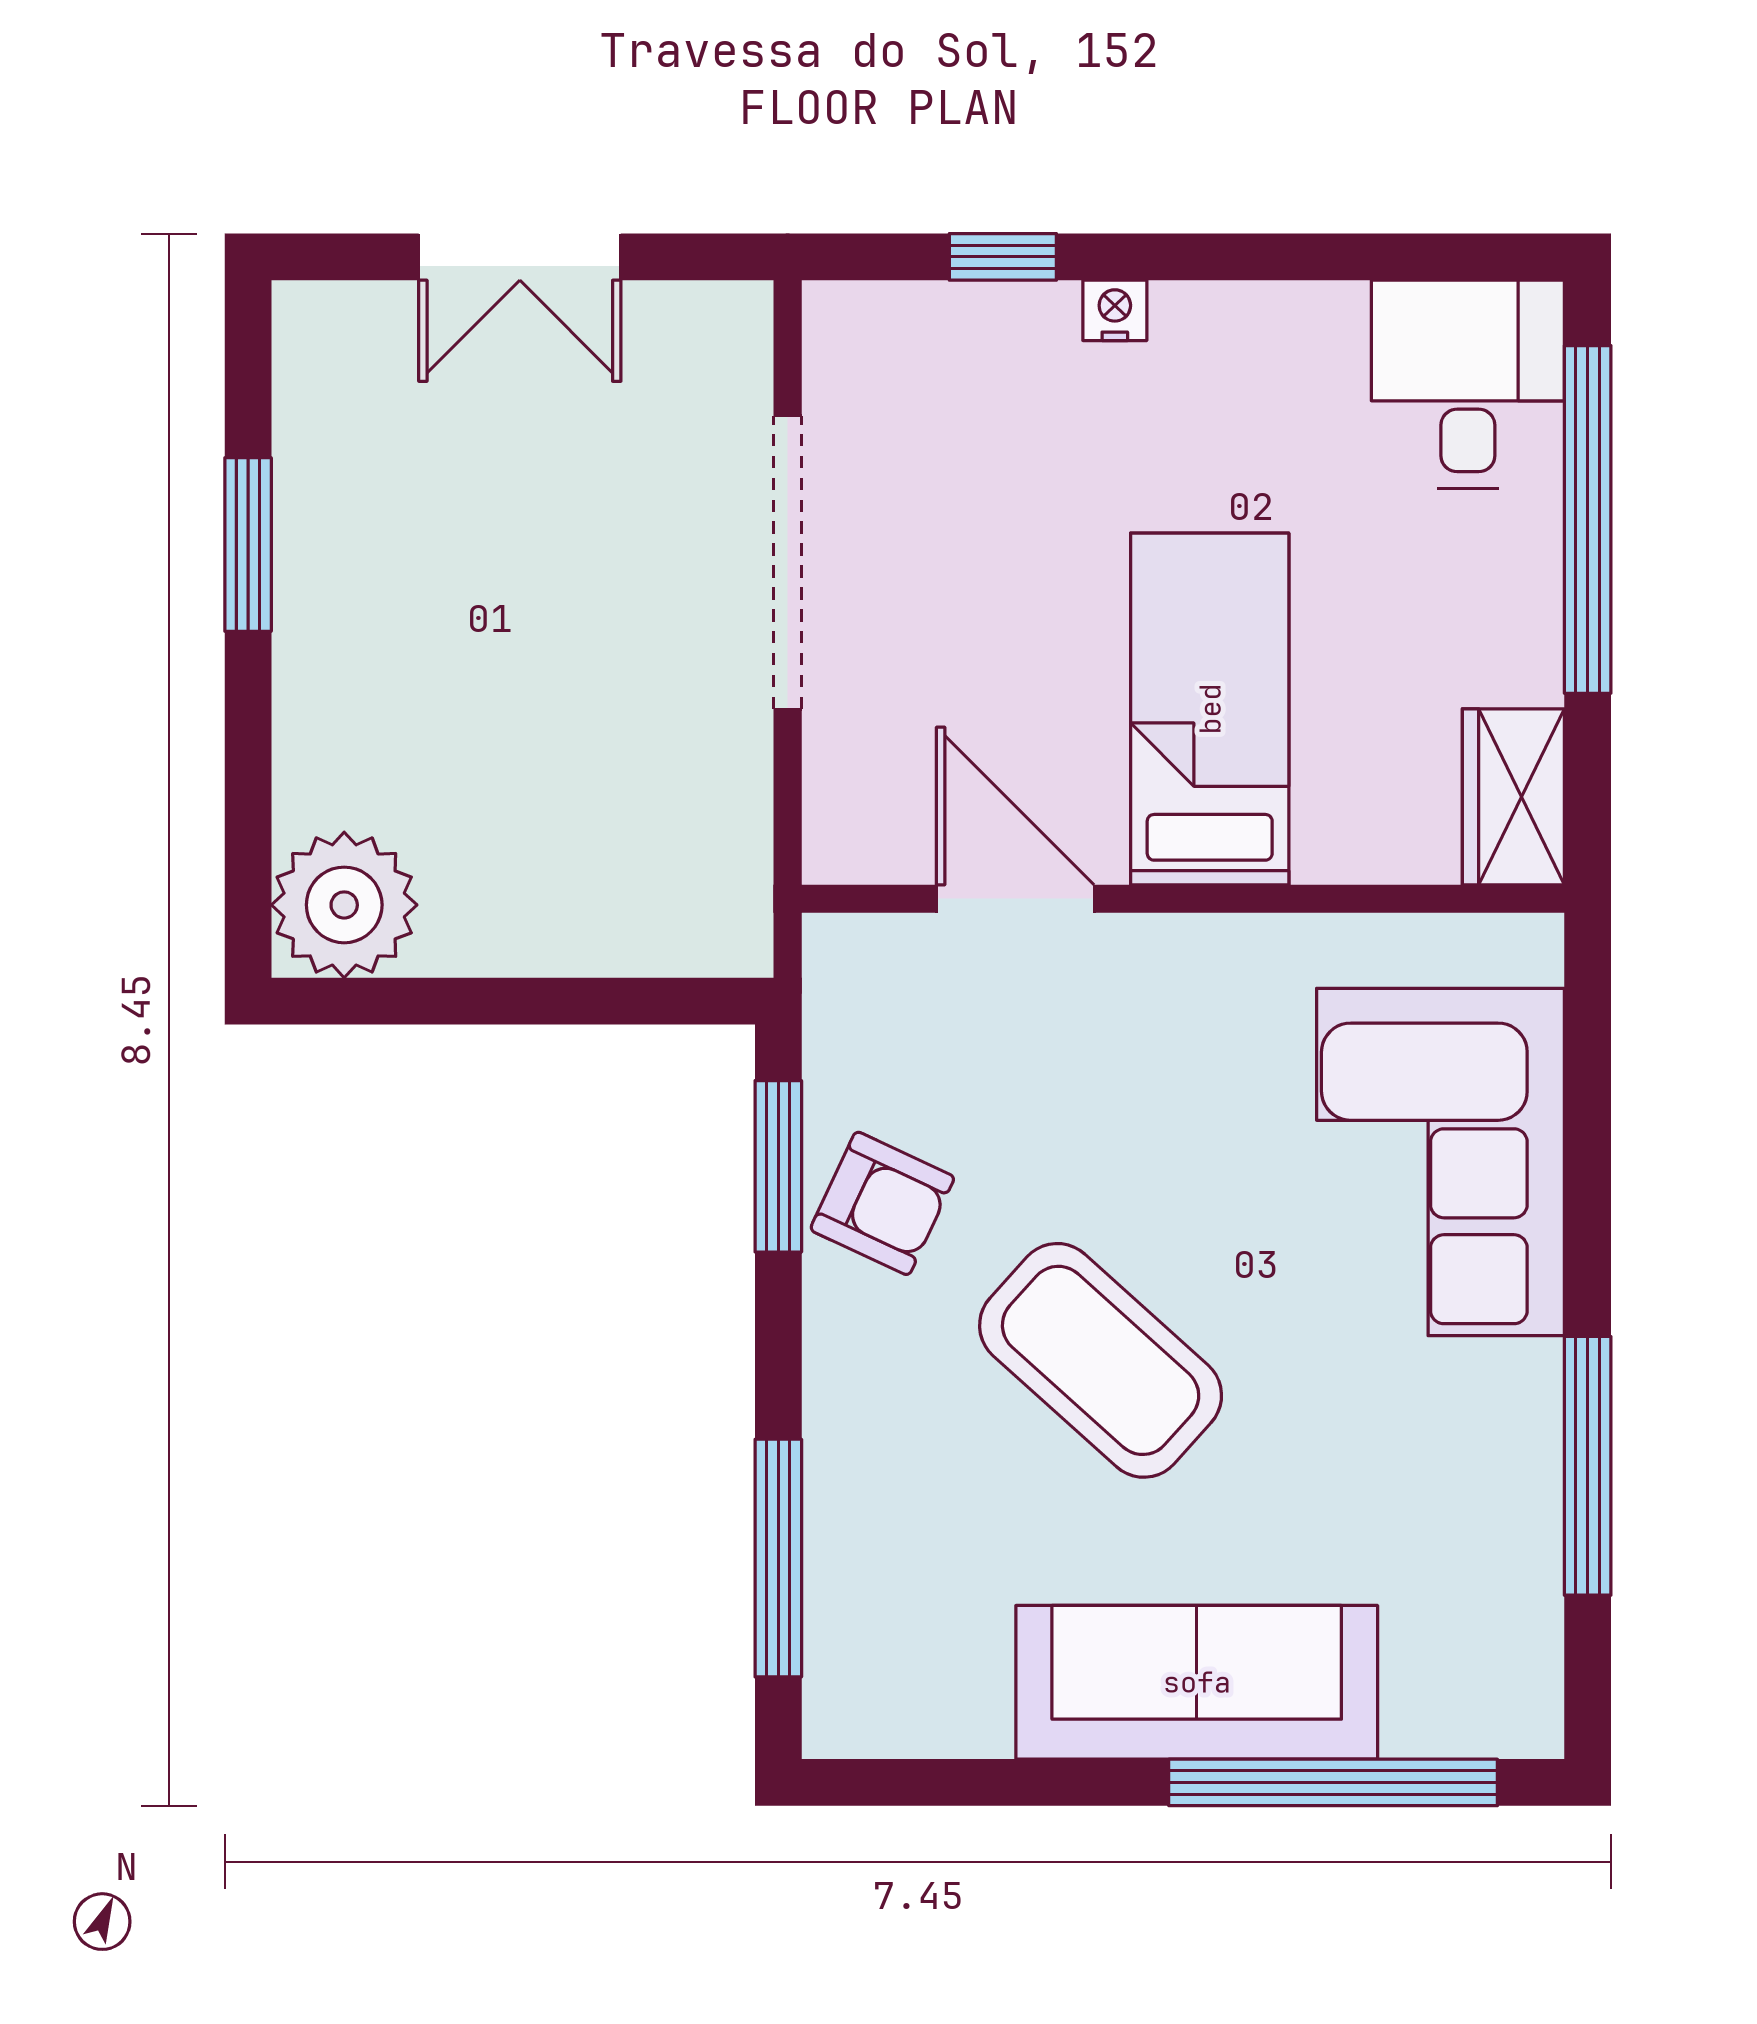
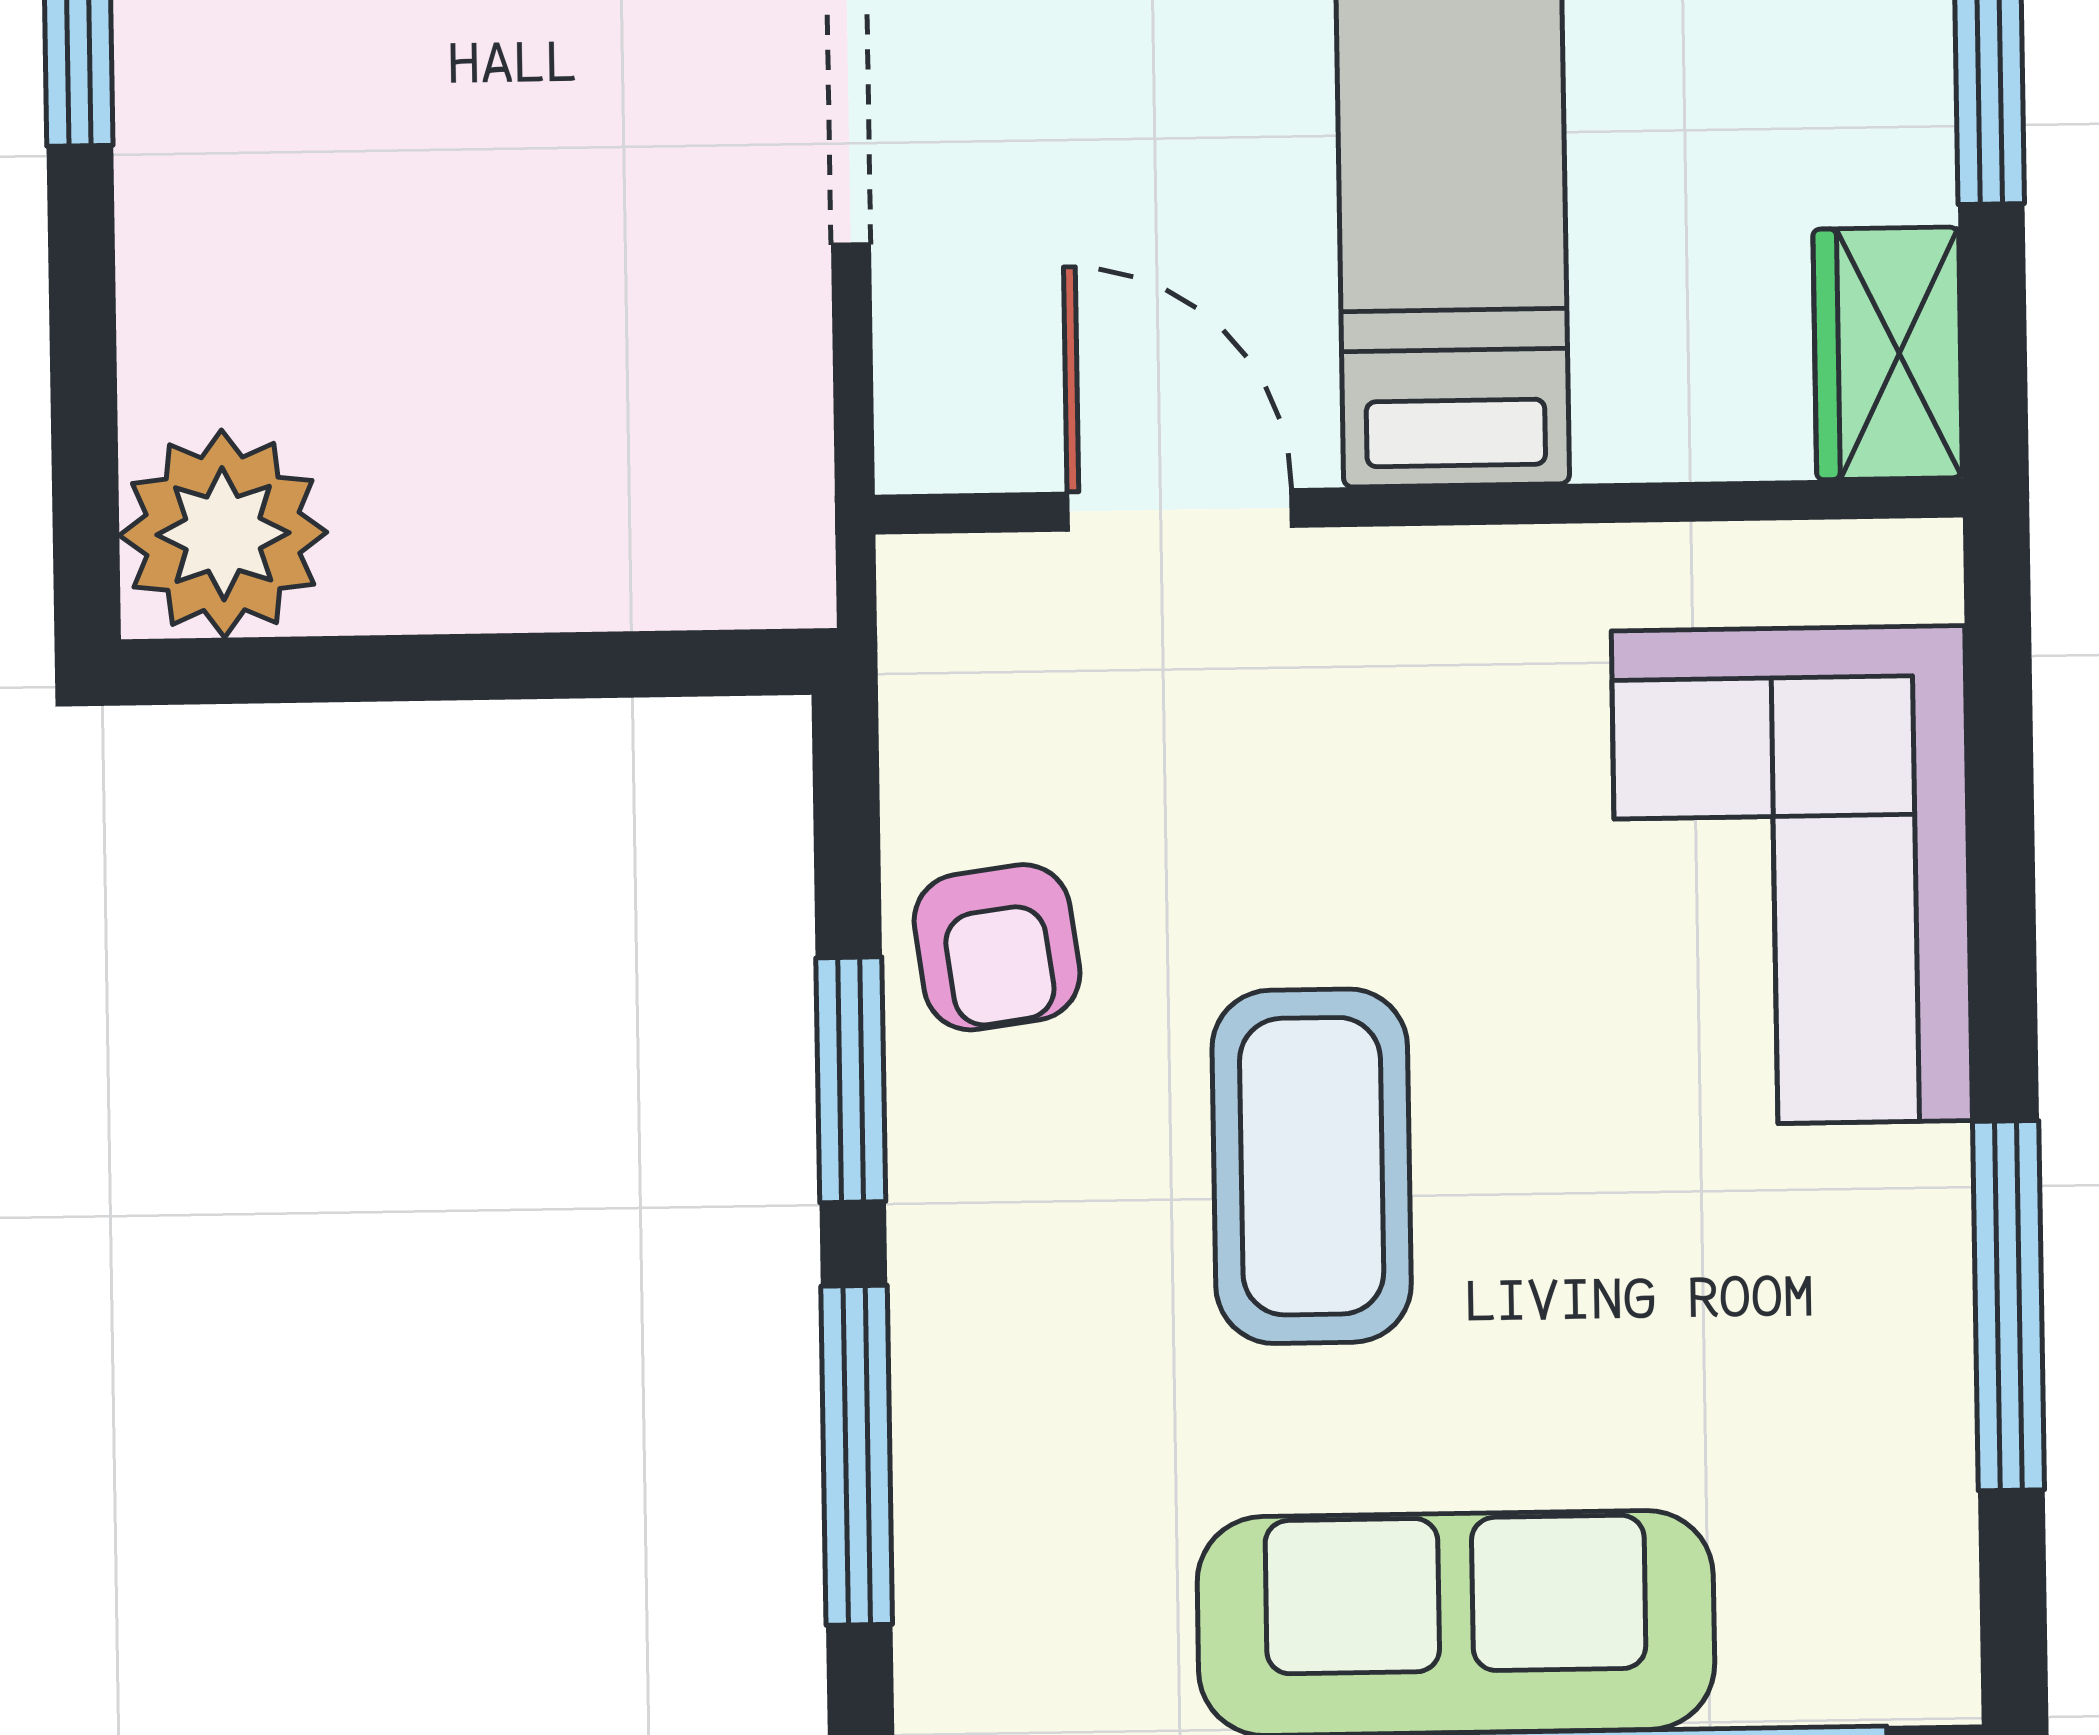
window: (778, 1166) -> (851, 1080), moved
armchair: (882, 1203) -> (997, 947), turned 57
coffee table: (1101, 1360) -> (1312, 1166), turned 48

